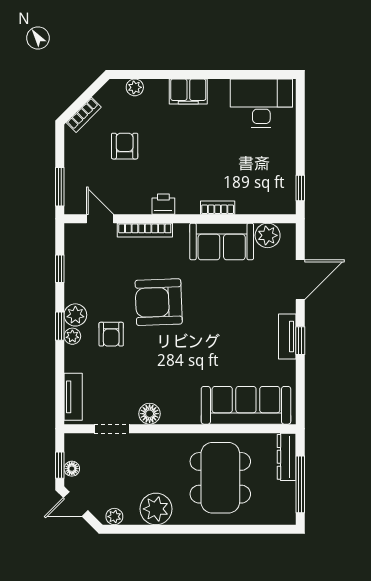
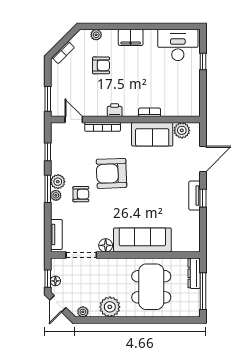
armchair: (125, 146) -> (101, 65), moved, turned 90
window: (300, 188) -> (203, 62), moved
window: (60, 326) -> (48, 189), width x1.50
armchair: (111, 334) -> (81, 194), turned -90
sofa: (246, 405) -> (142, 240), moved
doorway: (112, 429) -> (81, 255), width x1.38
door: (76, 504) -> (58, 304), hinge flipped

